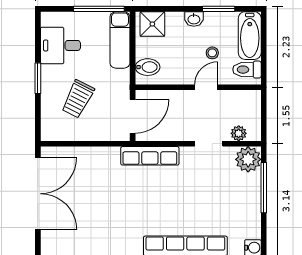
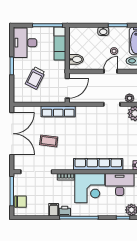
shower: (152, 24) -> (79, 34), removed
desk: (60, 45) -> (25, 43), width x1.37
row of seats: (150, 156) -> (58, 111), moved
coffee table: (101, 206) -> (49, 141), added

